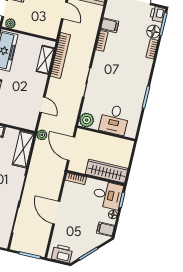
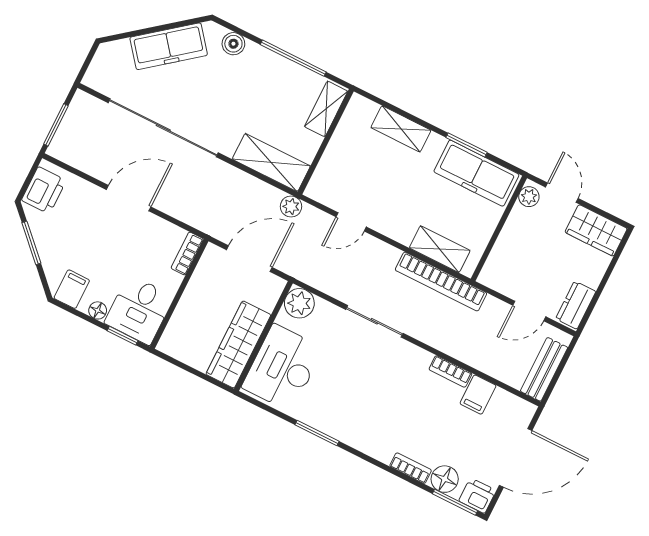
desk: (114, 120) -> (282, 368), width x1.37
wardrobe: (107, 171) -> (238, 344), moved, turned 180

